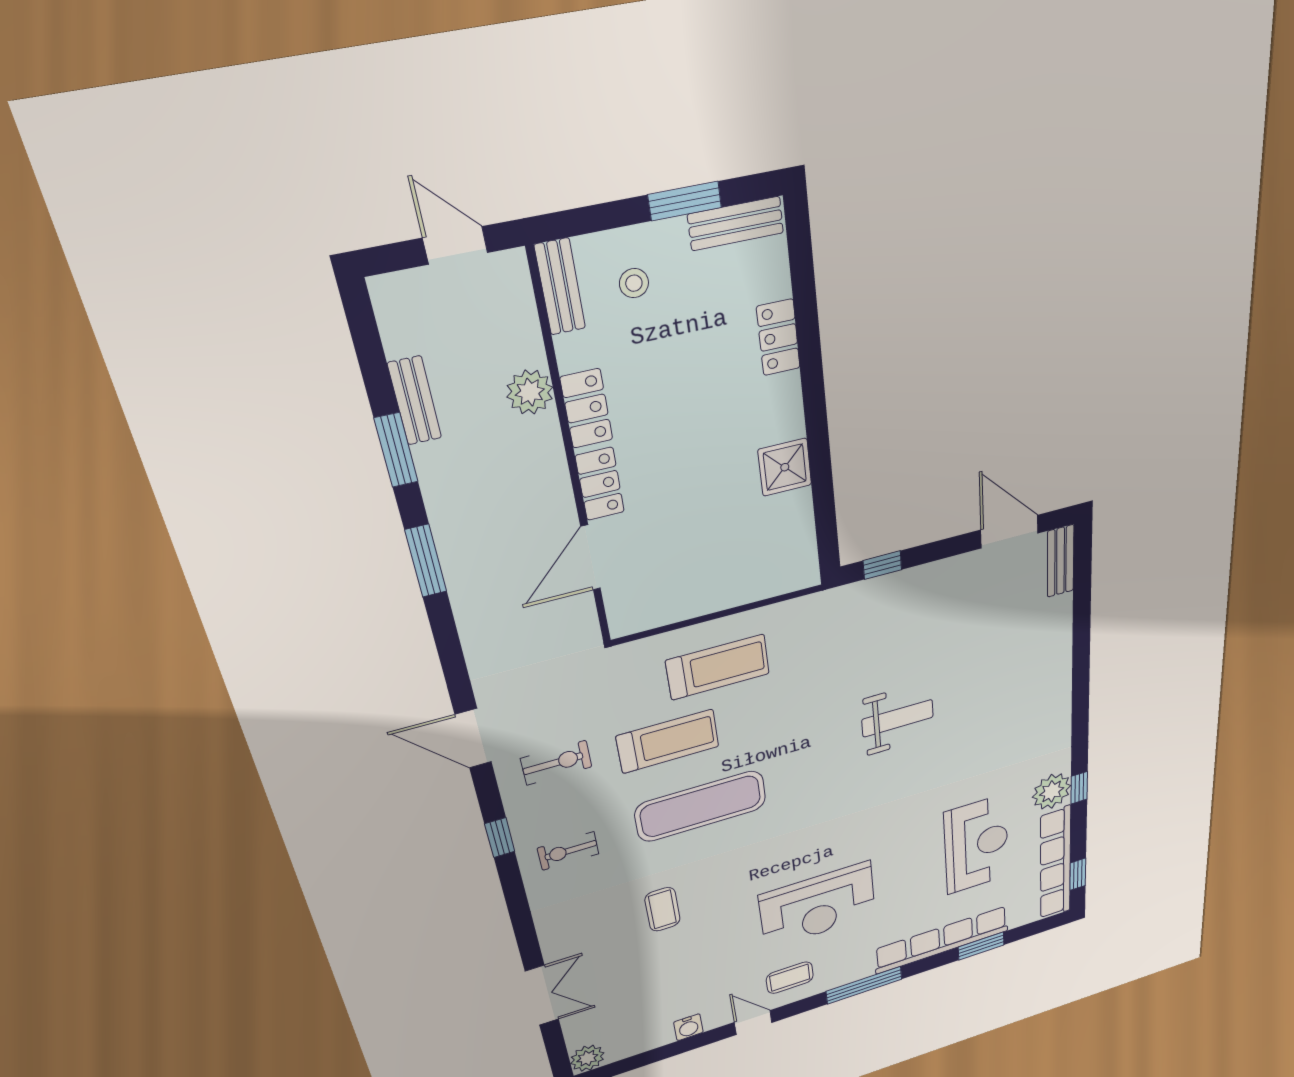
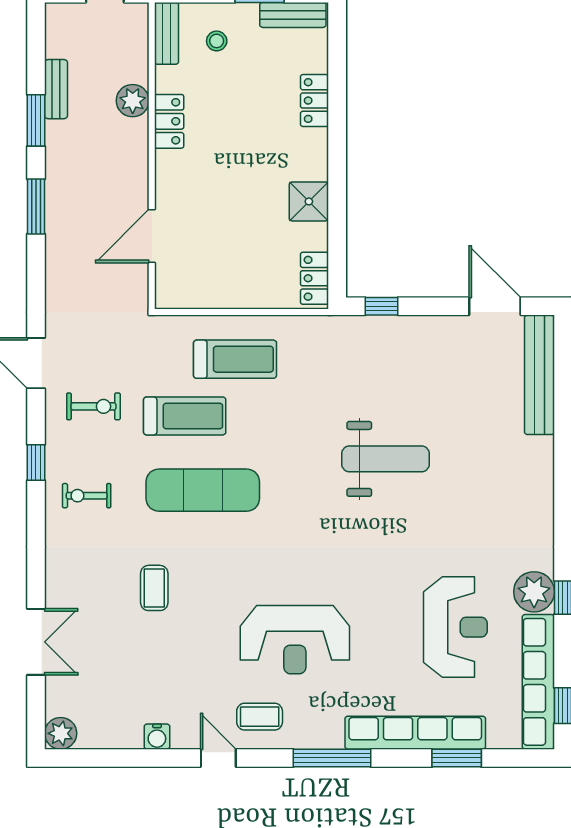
locker: (600, 484) -> (314, 278), moved, turned 180
bench: (1061, 561) -> (539, 375), width x1.86, depth x1.21
weight bench: (898, 718) -> (385, 459), width x1.36, depth x1.33

